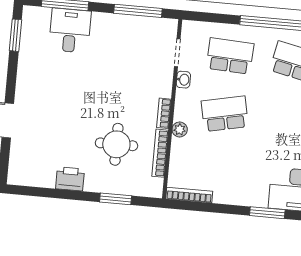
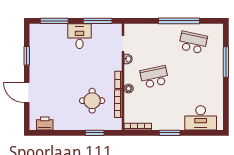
desk: (70, 31) -> (79, 36), moved
window: (16, 35) -> (27, 56), moved
school desk: (230, 56) -> (154, 42), removed
printer: (70, 179) -> (45, 124), moved
window: (267, 213) -> (170, 133), moved

